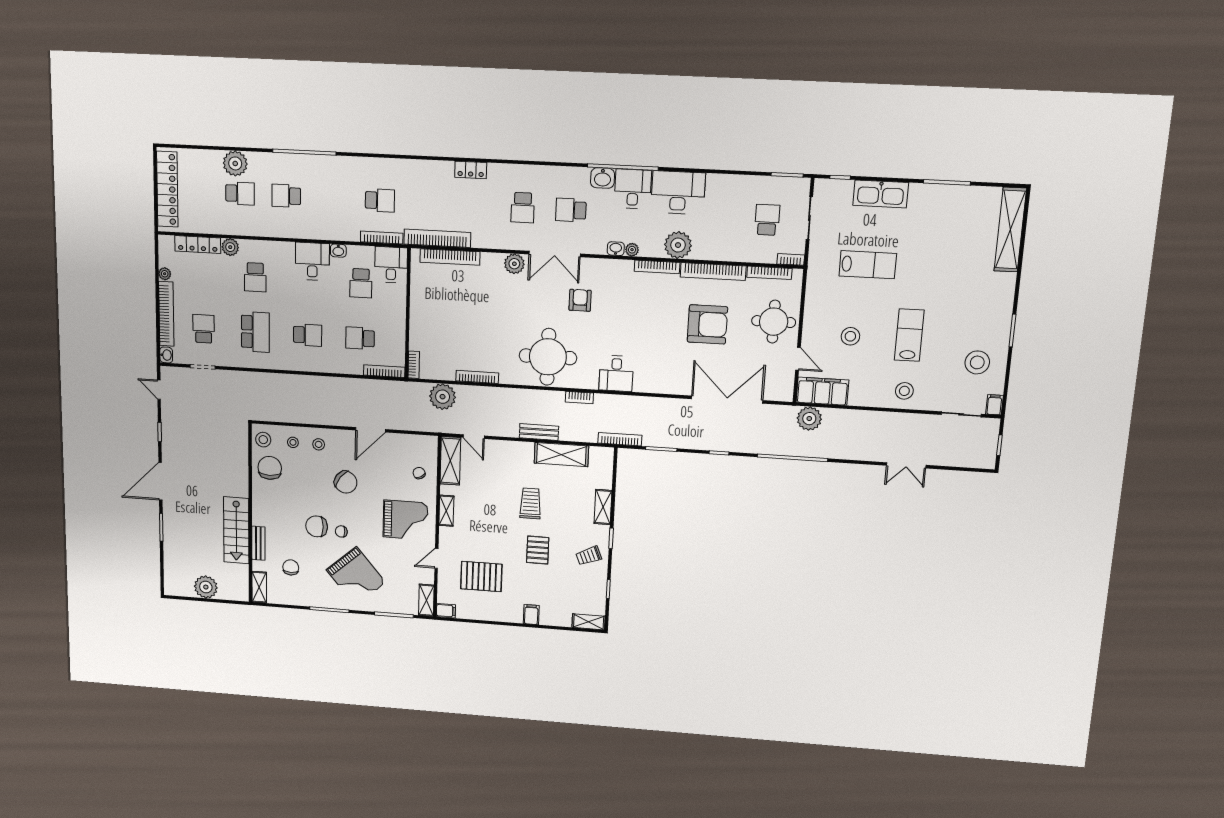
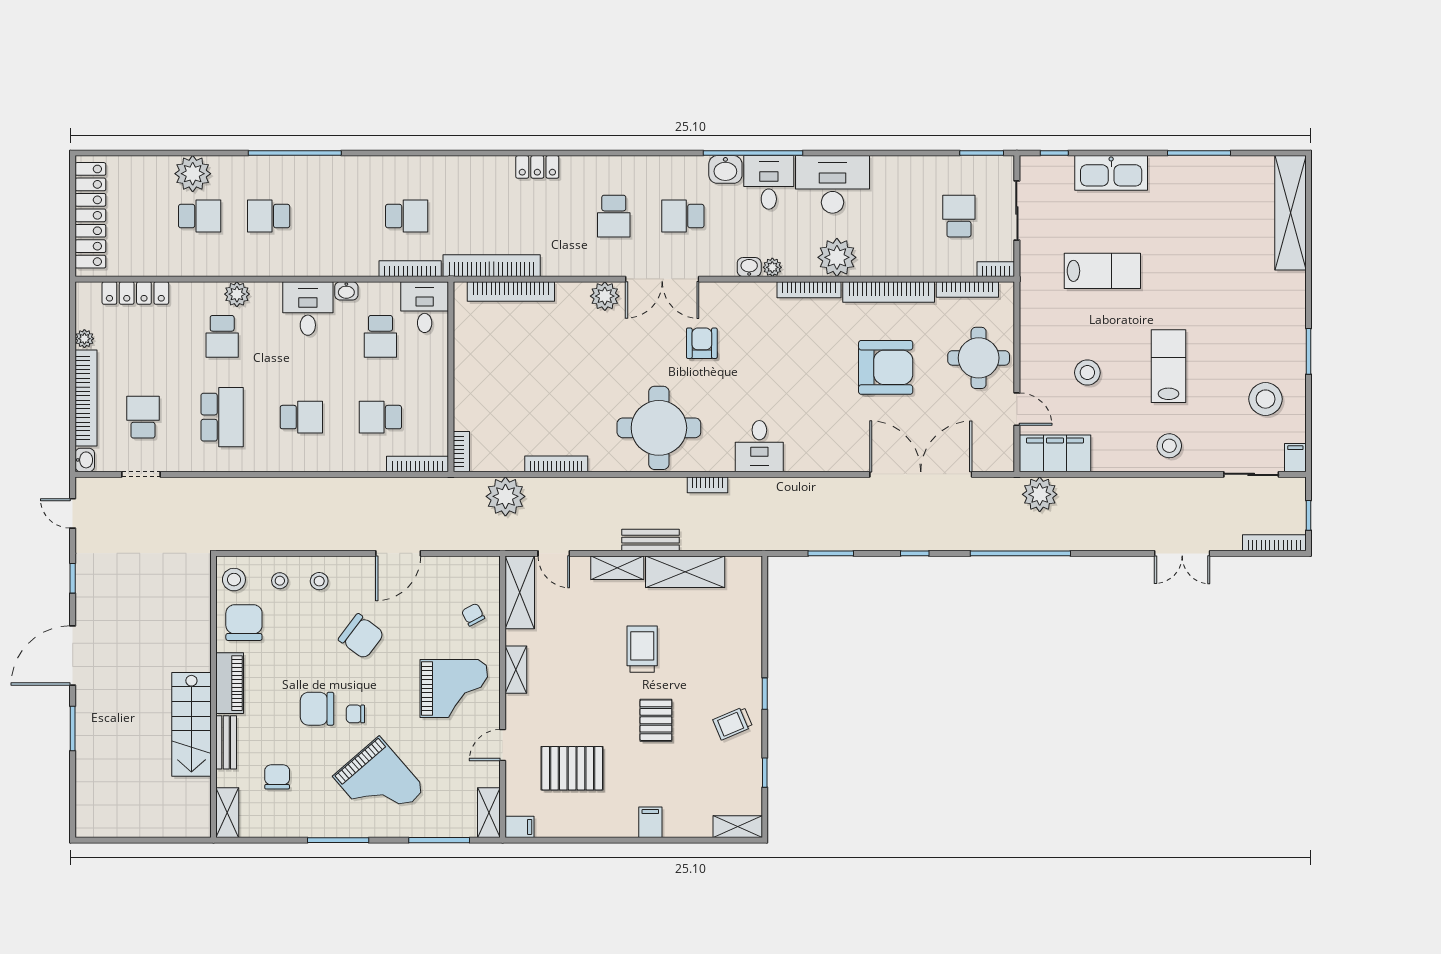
plant: (230, 247) -> (237, 294), moved
bookcase: (620, 439) -> (1274, 543), moved
piano: (261, 506) -> (230, 683), added
shelving: (603, 507) -> (617, 568), moved, turned 90
plant: (206, 587) -> (142, 819), removed

